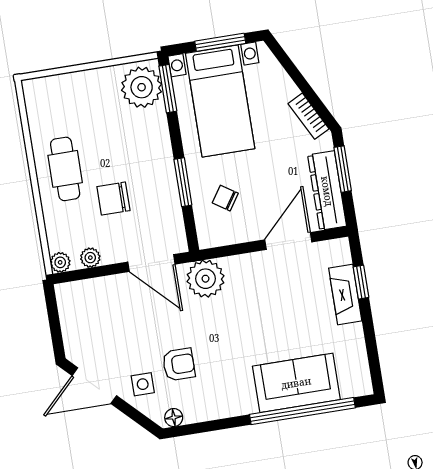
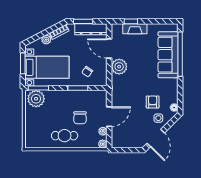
plant: (285, 89) -> (46, 40), added
door: (151, 263) -> (109, 117), moved
plant: (205, 279) -> (119, 67), moved
sofa: (296, 383) -> (168, 55), width x1.36

